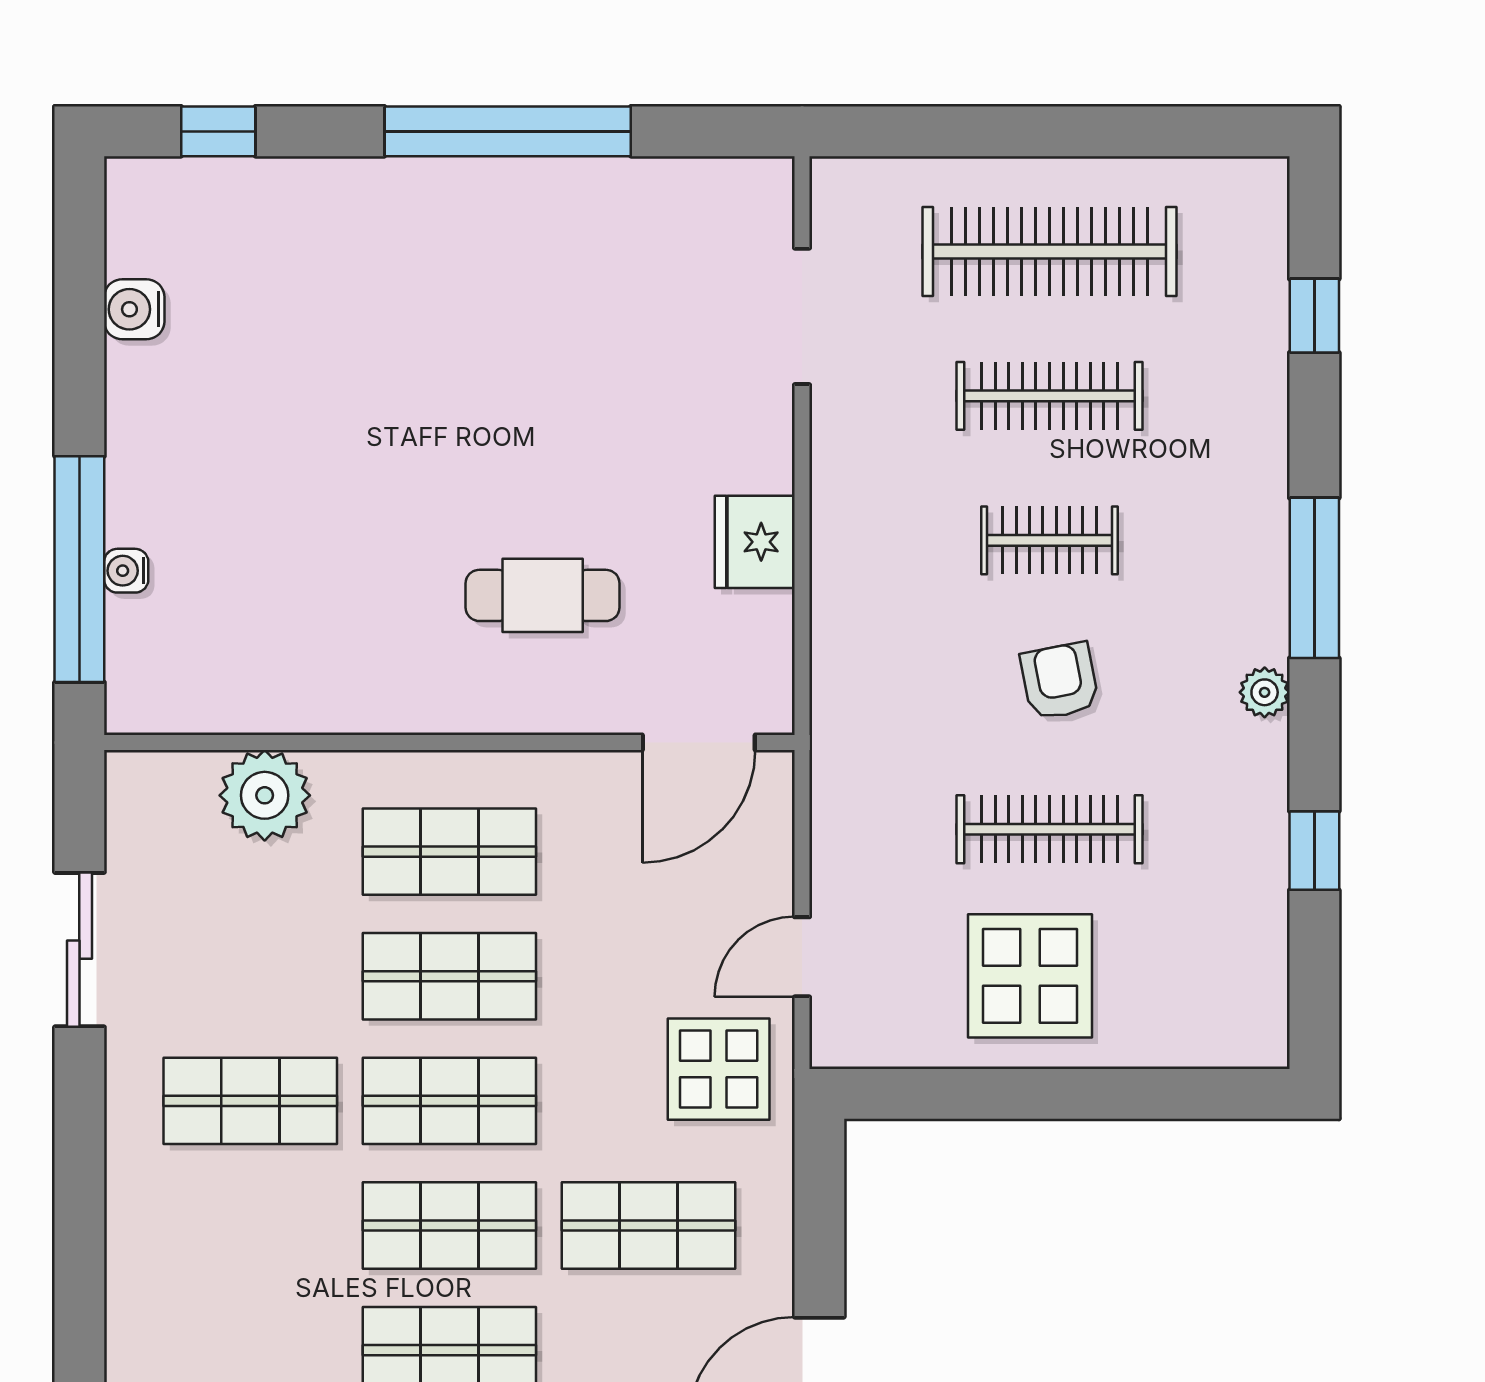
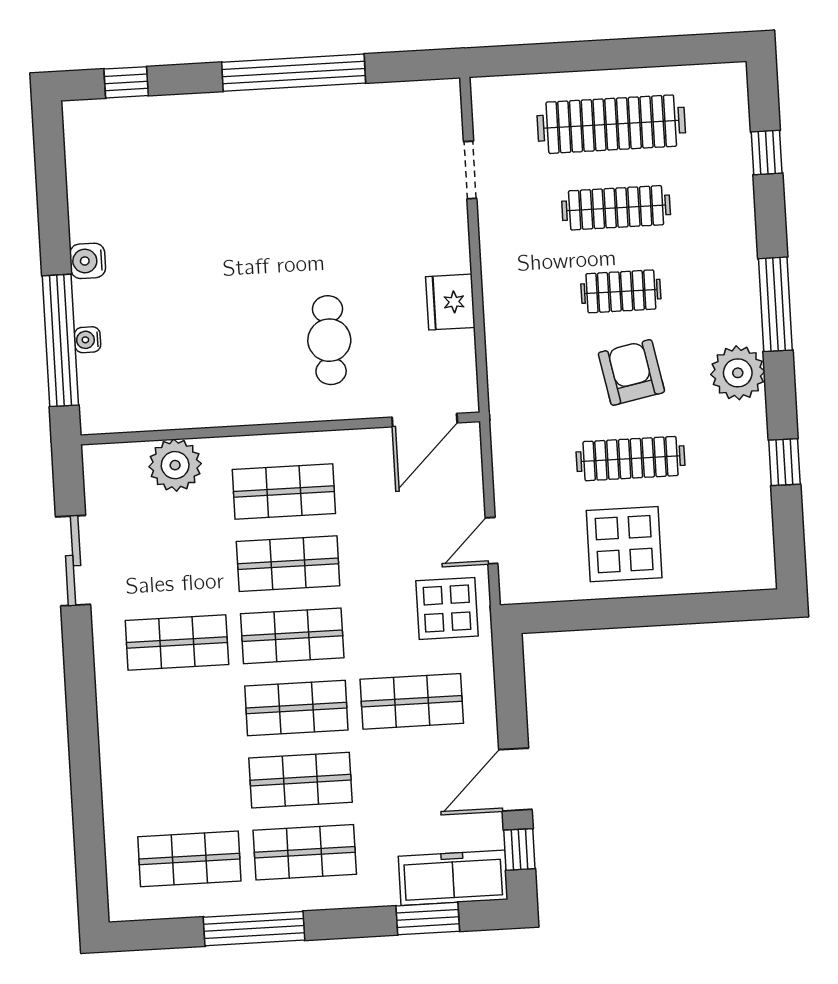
water cooler: (134, 309) -> (88, 261), moved
doorway: (802, 316) -> (470, 170), width x0.73
cafe table: (543, 595) -> (329, 340), turned 90
armchair: (1060, 681) -> (631, 372), width x1.38, depth x1.38
plant: (1265, 692) -> (738, 373), width x1.88, depth x1.88

